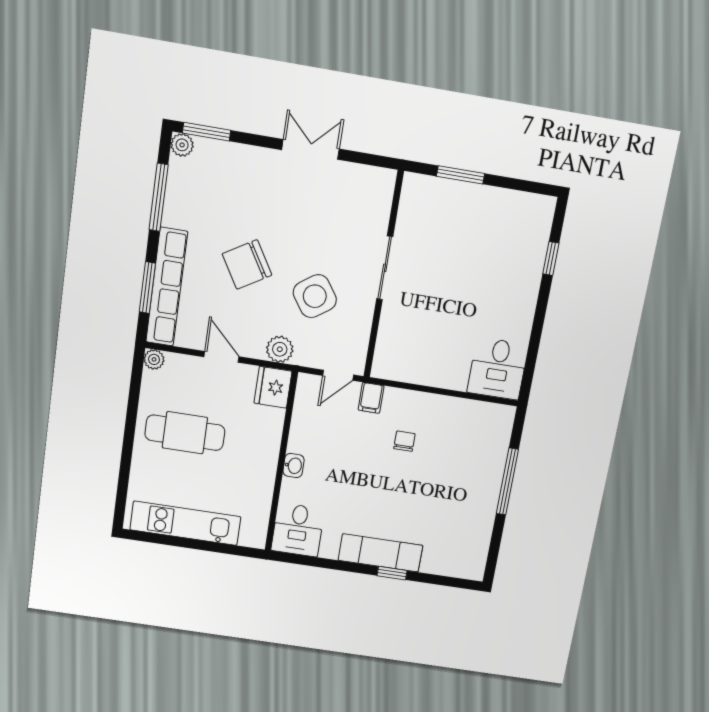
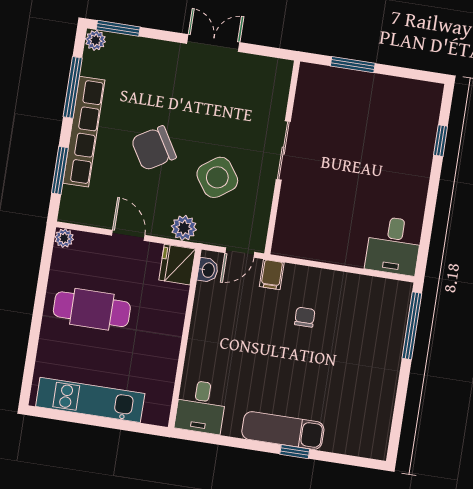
row of seats: (167, 287) -> (84, 132), moved
washbasin: (294, 466) -> (208, 270), moved
window: (507, 481) -> (412, 326), moved

